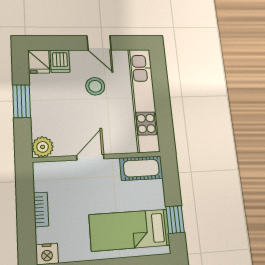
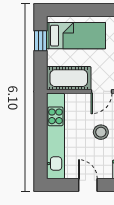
stool: (95, 86) -> (101, 132), moved
cot: (141, 168) -> (69, 78), width x1.37, depth x1.34

